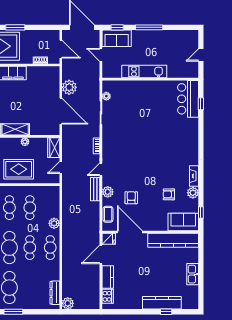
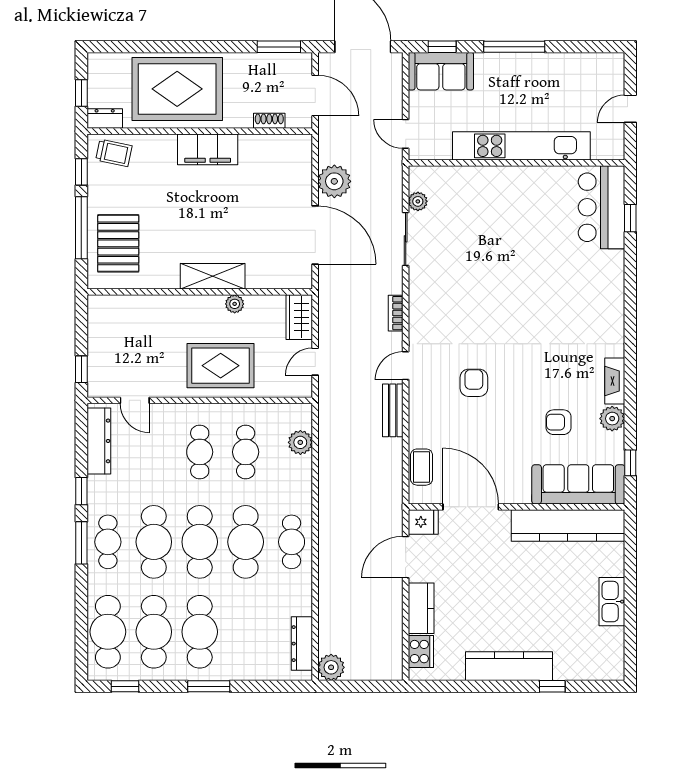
window: (15, 27) -> (279, 47), moved
door: (101, 55) -> (406, 134), moved
kitchen unit: (144, 72) -> (521, 146), width x1.36
plant: (108, 192) -> (421, 417), removed
armchair: (131, 198) -> (474, 383), moved
sofa: (183, 222) -> (578, 484), width x1.36
plant: (54, 223) -> (300, 442), moved
cafe table: (30, 248) -> (246, 542), width x1.37, depth x1.35
kitchen counter: (162, 303) -> (509, 666), moved

